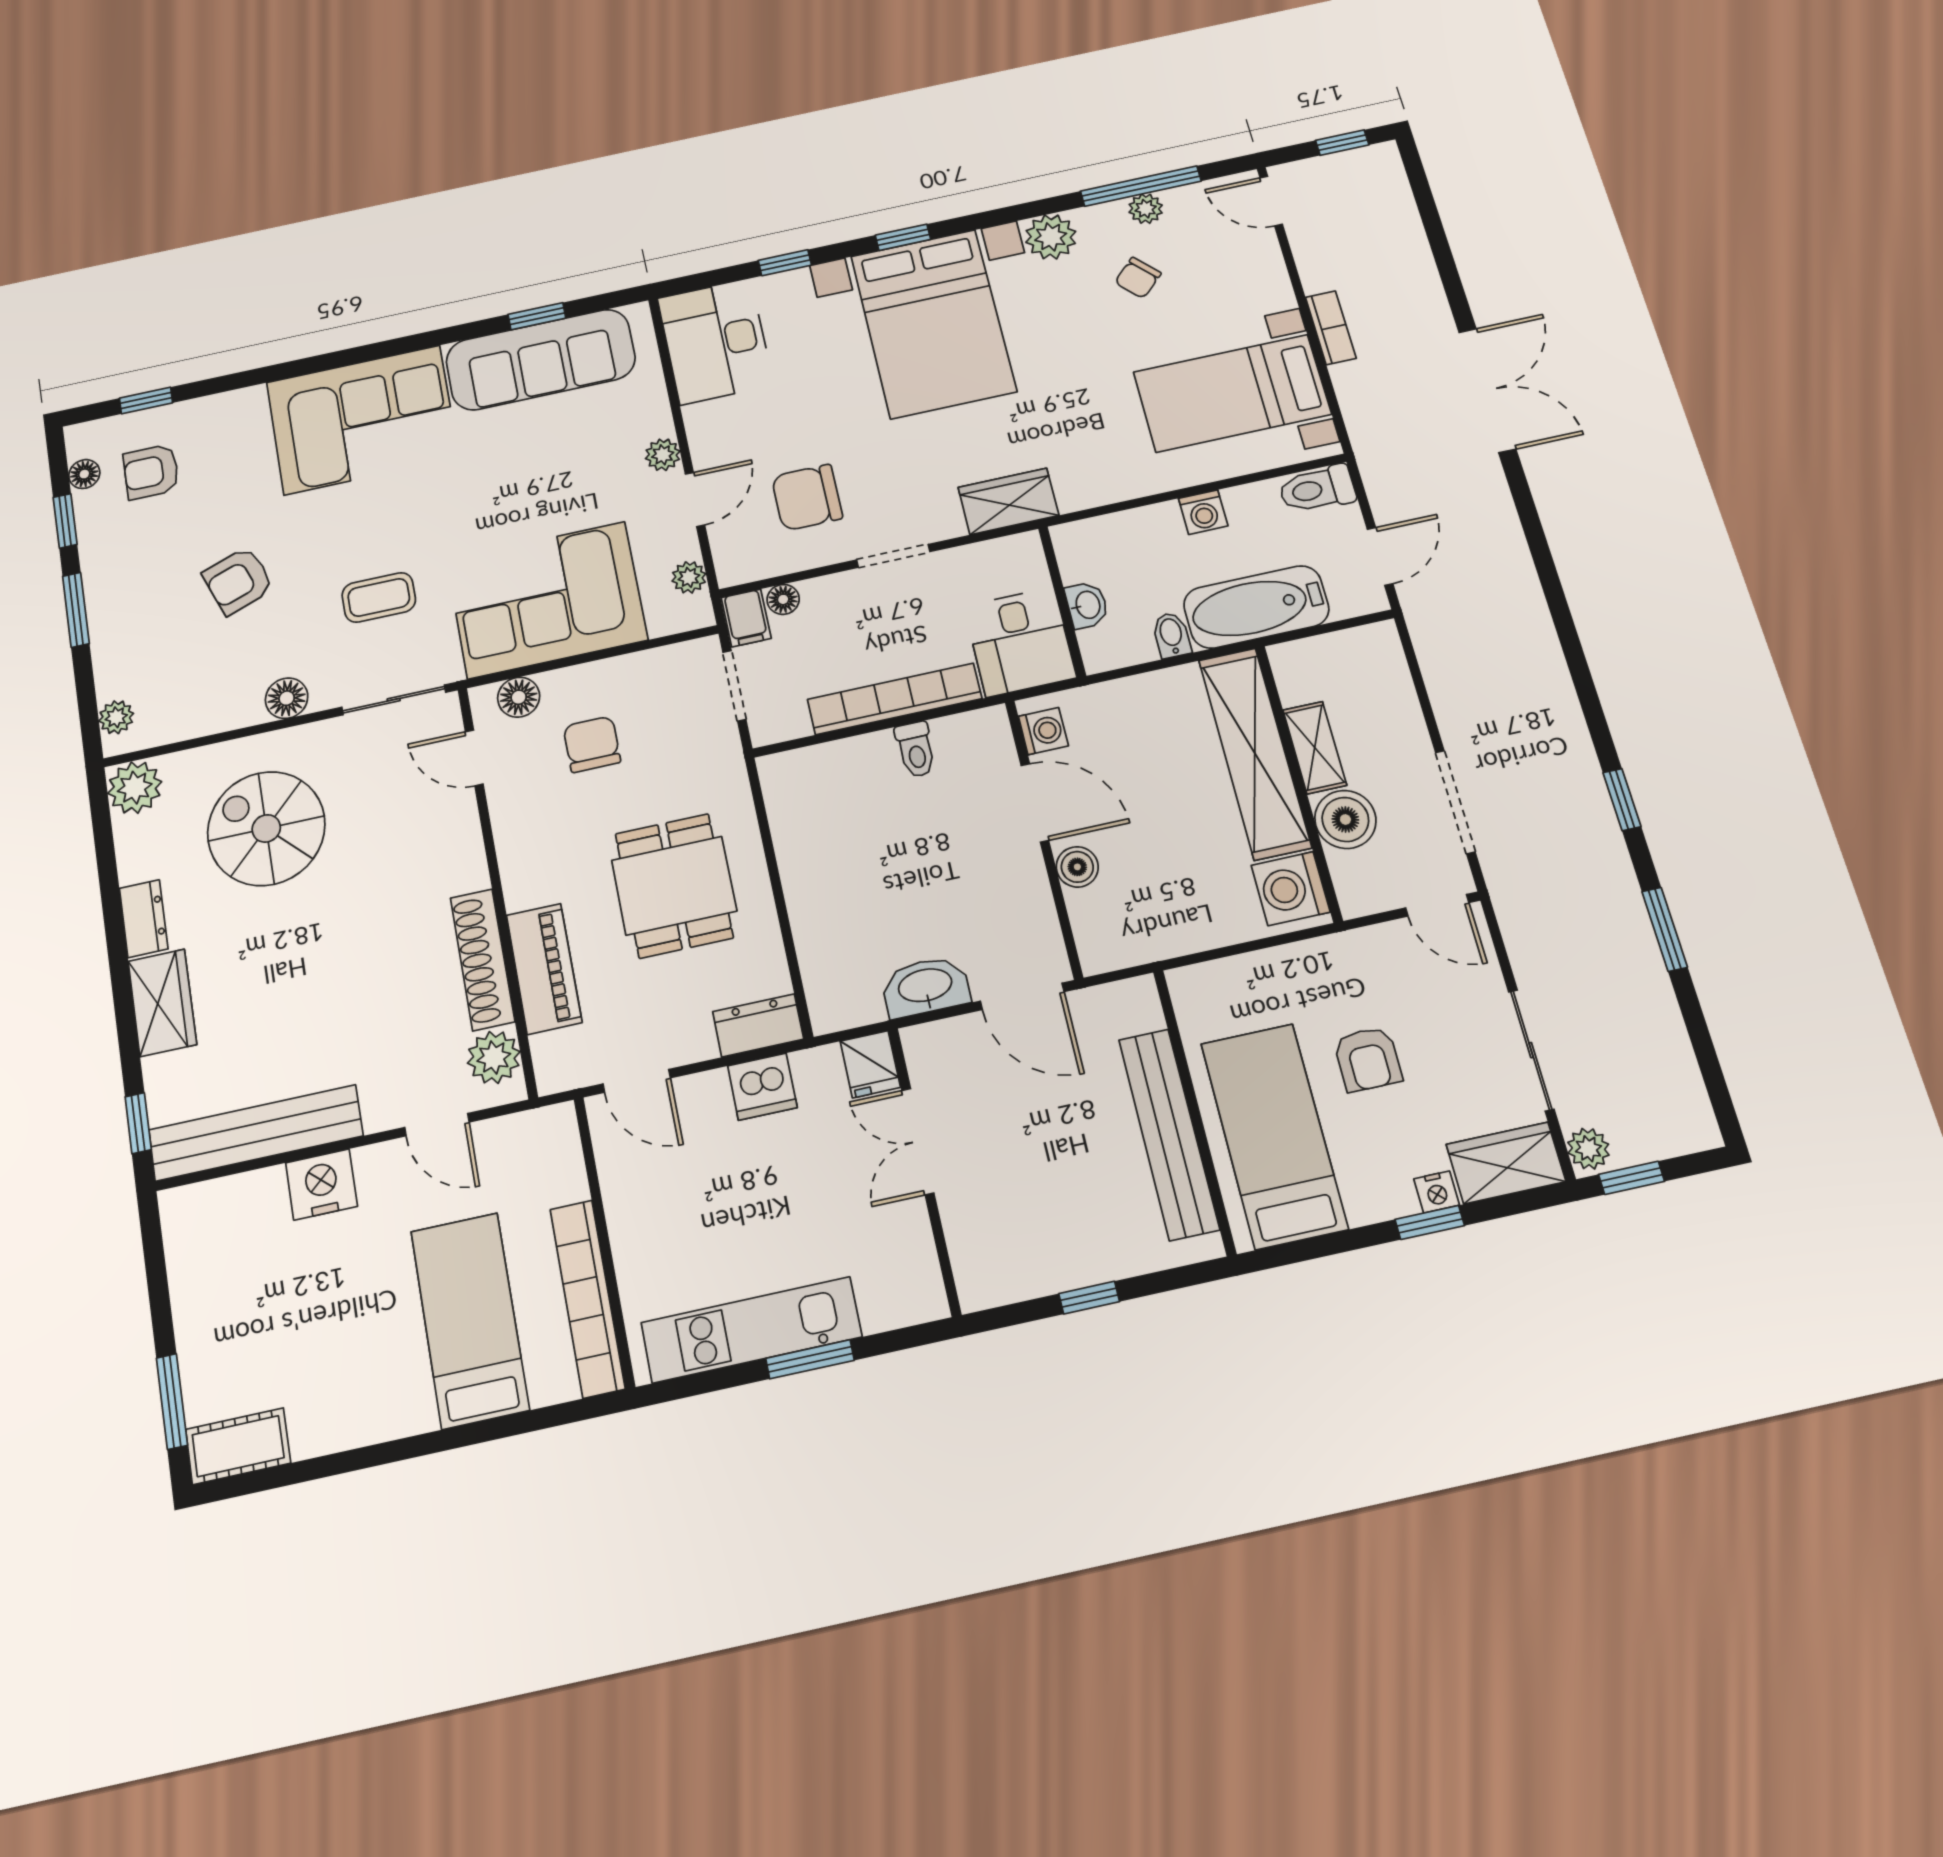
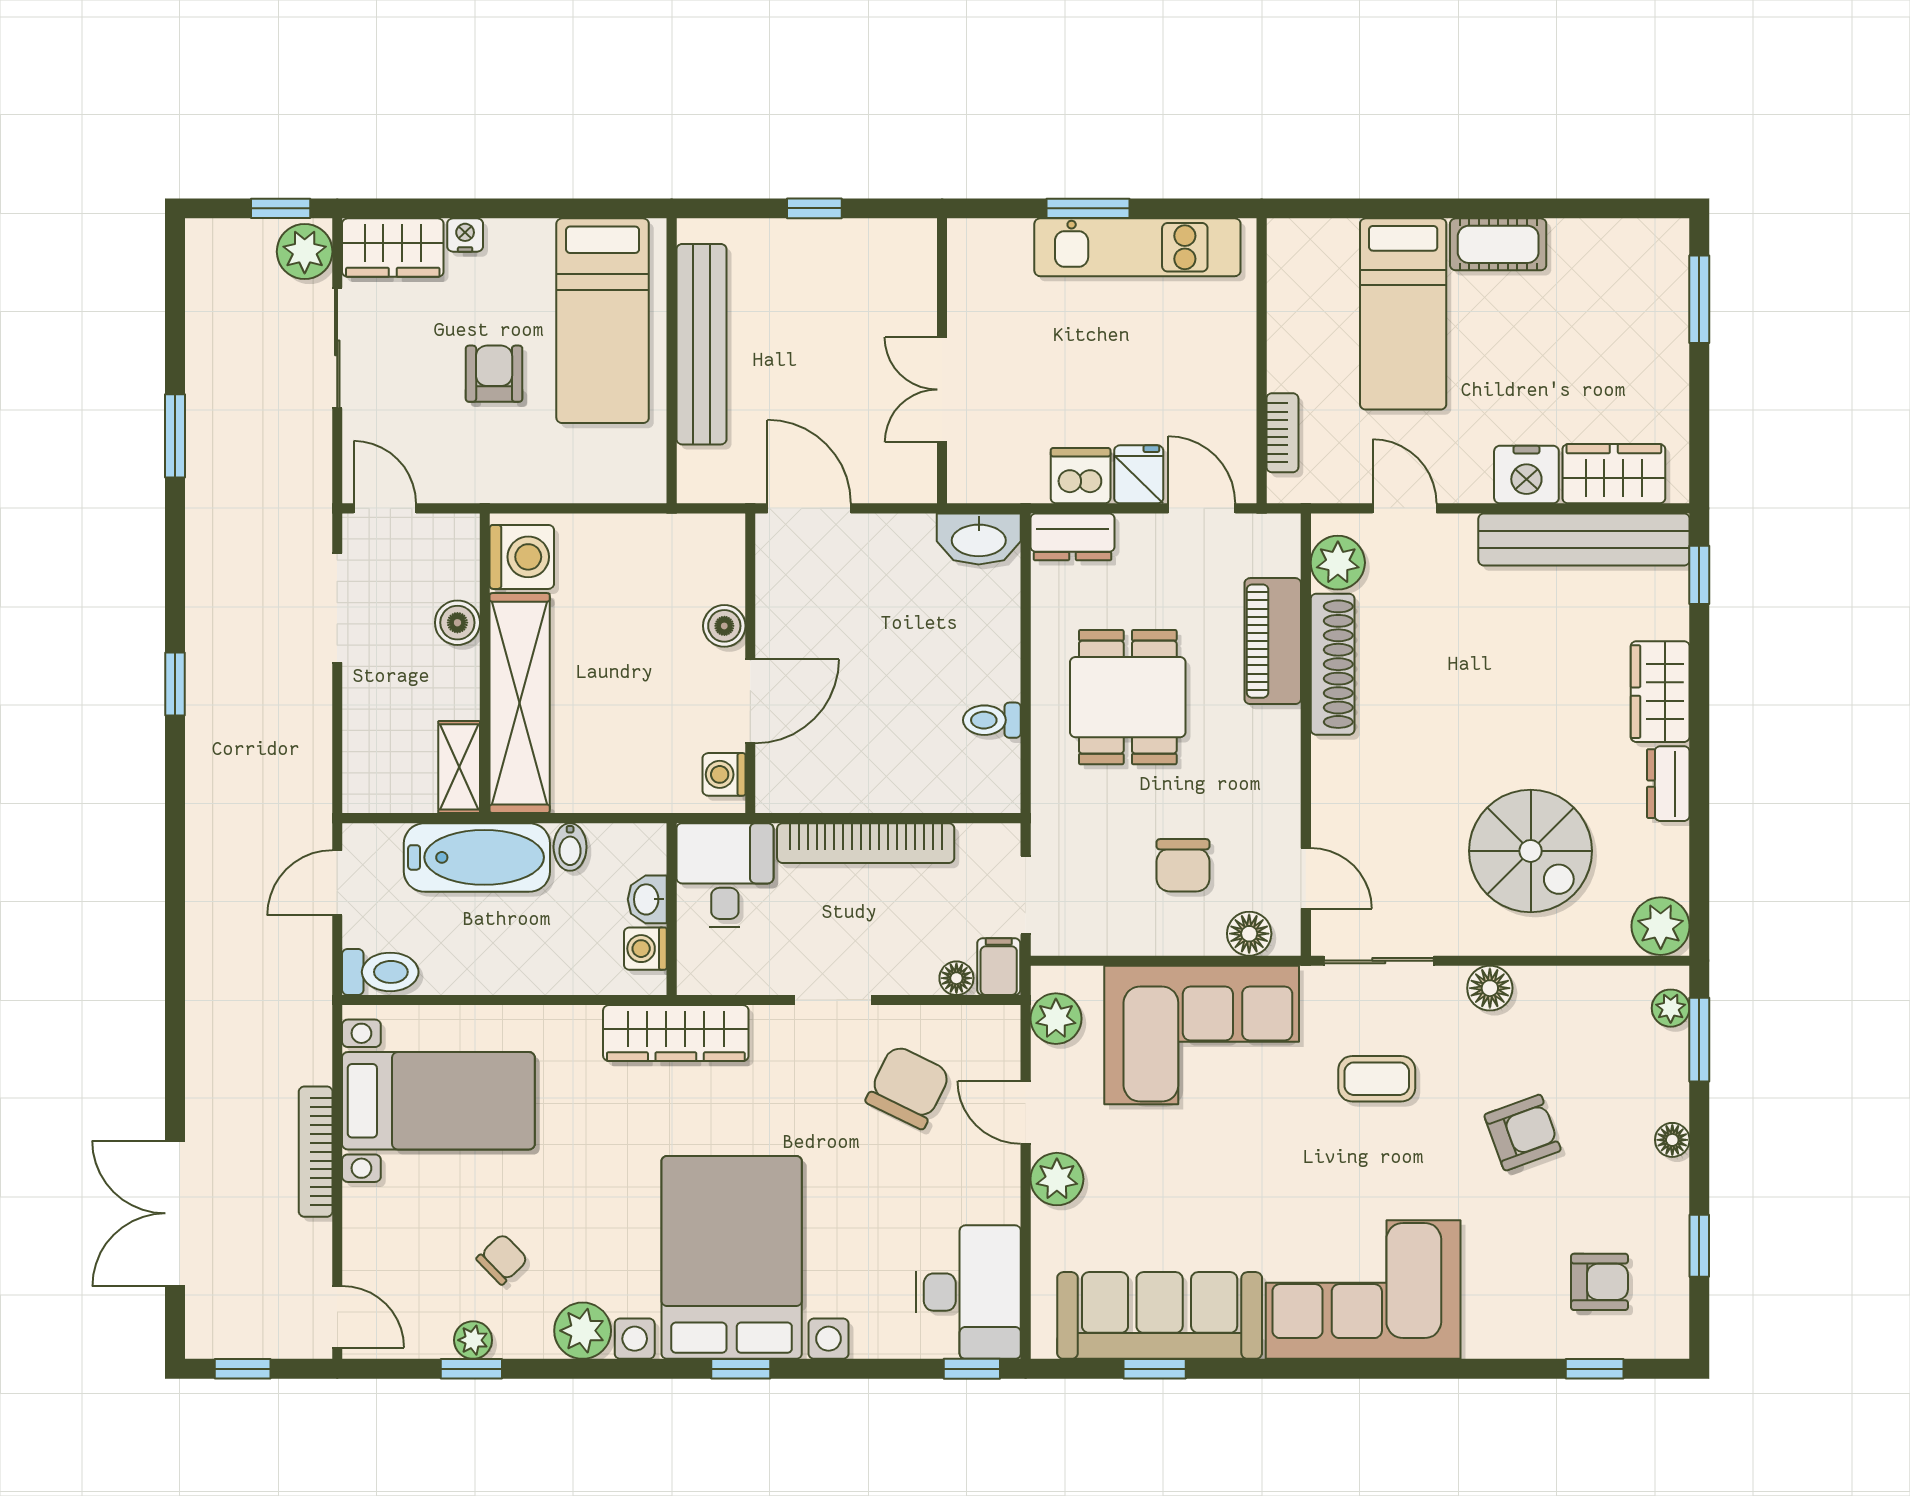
window: (1141, 186) -> (471, 1369), width x0.46
window: (785, 263) -> (972, 1369), moved
bookcase: (1331, 328) -> (316, 1152), width x1.56
double door: (1487, 390) -> (175, 1213), moved
plant: (663, 455) -> (1057, 1179), width x1.38, depth x1.38
floor lamp: (84, 474) -> (1672, 1140), moved
chair: (807, 497) -> (908, 1087), turned -64
door: (695, 499) -> (1026, 1112), hinge flipped
wardrobe: (1008, 501) -> (676, 1033), width x1.50
washing machine: (1203, 512) -> (645, 949), moved, turned -90
plant: (689, 577) -> (1056, 1019), width x1.38, depth x1.38
window: (76, 610) -> (1699, 1040), moved
shelving: (1315, 748) -> (459, 767), moved
toilet: (916, 749) -> (992, 720), moved, turned -90
window: (1622, 800) -> (175, 684), moved
door: (1035, 803) -> (750, 701), swing flipped
boiler: (1345, 819) -> (457, 623), width x0.73, depth x0.73
washbasin: (925, 987) -> (979, 539), moved
fridge: (870, 1064) -> (1139, 474), moved
double door: (918, 1141) -> (942, 390), swing flipped
plant: (1588, 1149) -> (305, 252), width x1.38, depth x1.38
wardrobe: (235, 1204) -> (1614, 474), added
window: (1430, 1222) -> (480, 208), removed
bookcase: (587, 1298) -> (1282, 433), moved, width x0.43, depth x0.76
cot: (238, 1446) -> (1498, 244), moved

